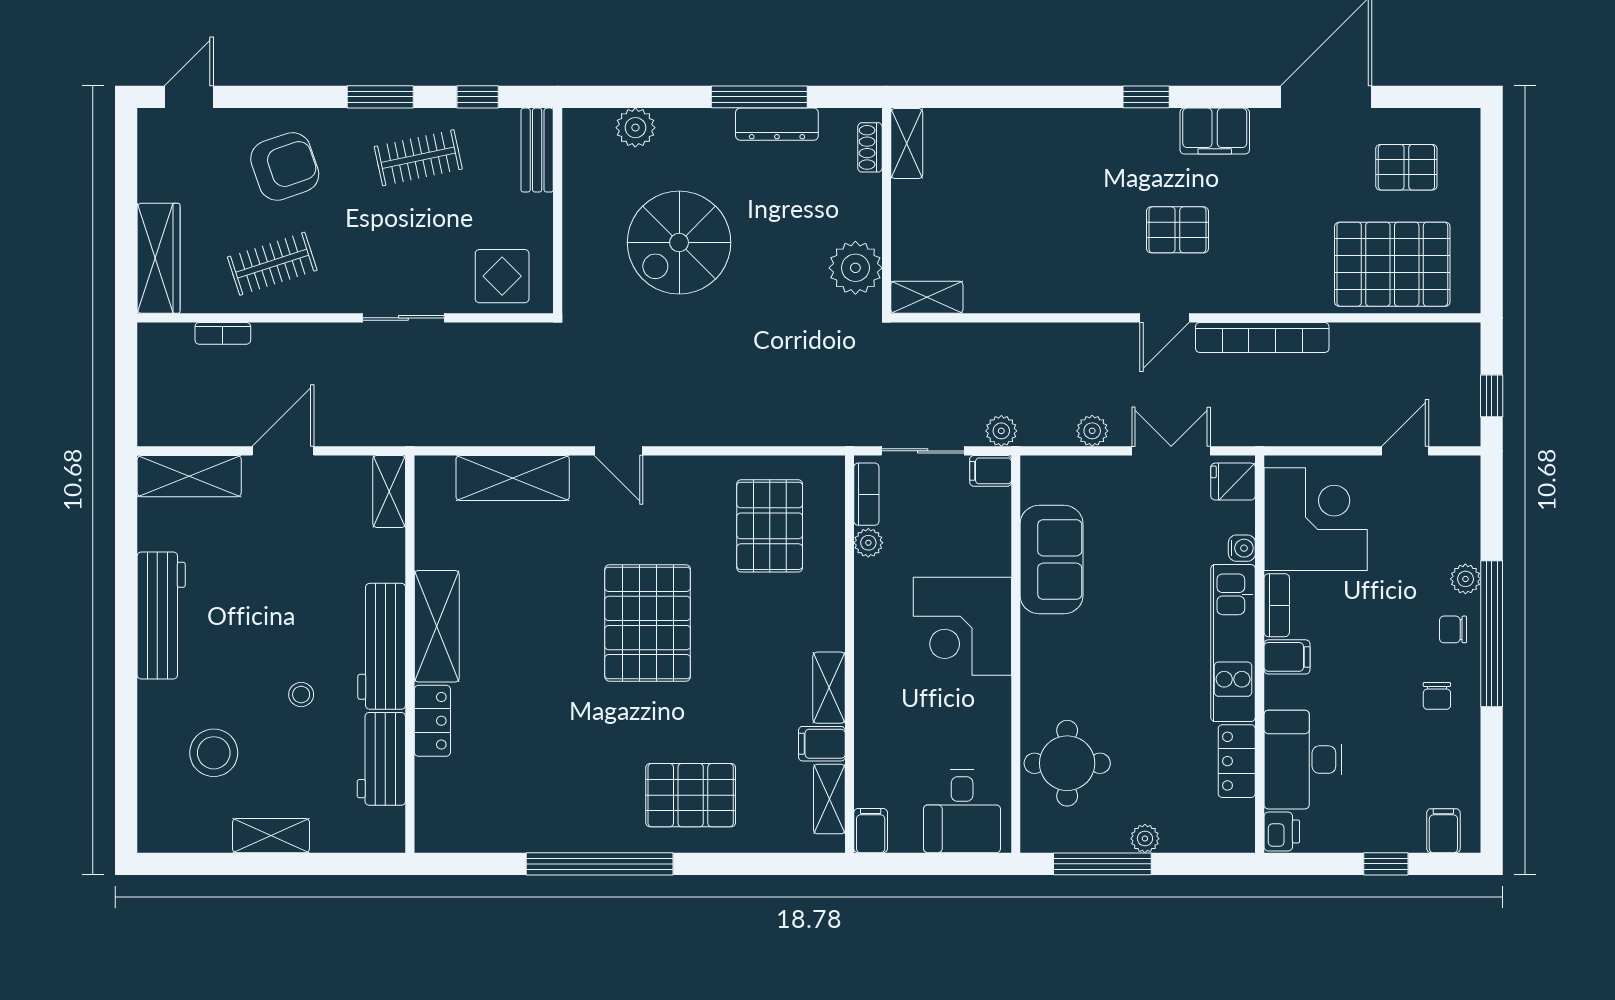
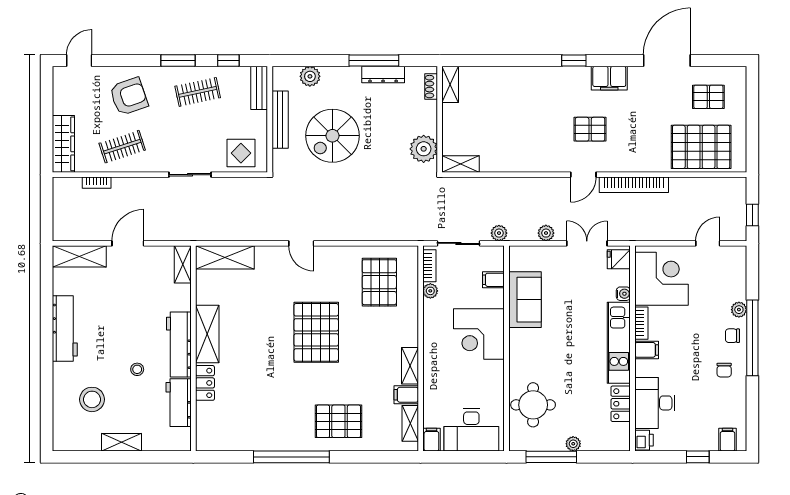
bench: (578, 211) -> (280, 120), added
filing cabinet: (991, 471) -> (493, 280), moved
shelving: (513, 478) -> (225, 257), moved
desk: (962, 811) -> (471, 430), width x1.37

